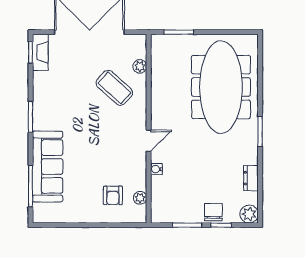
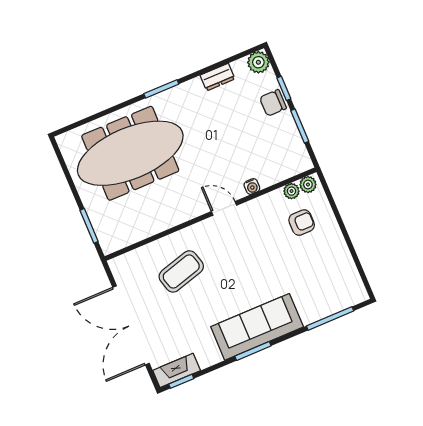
plant: (140, 66) -> (308, 185), moved
coffee table: (114, 88) -> (181, 271), turned 32
sofa: (48, 167) -> (257, 327), moved

